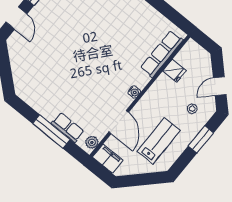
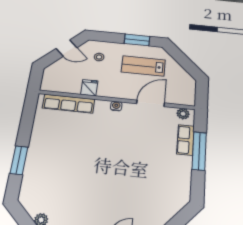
fridge: (174, 71) -> (89, 88), moved
window: (201, 139) -> (137, 40), moved
filing cabinet: (108, 159) -> (187, 94), removed

